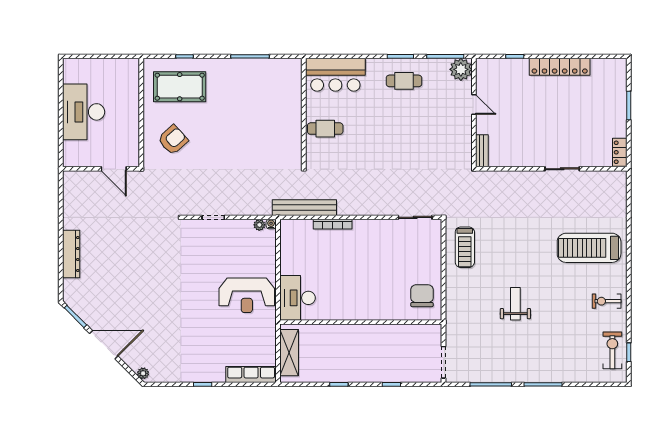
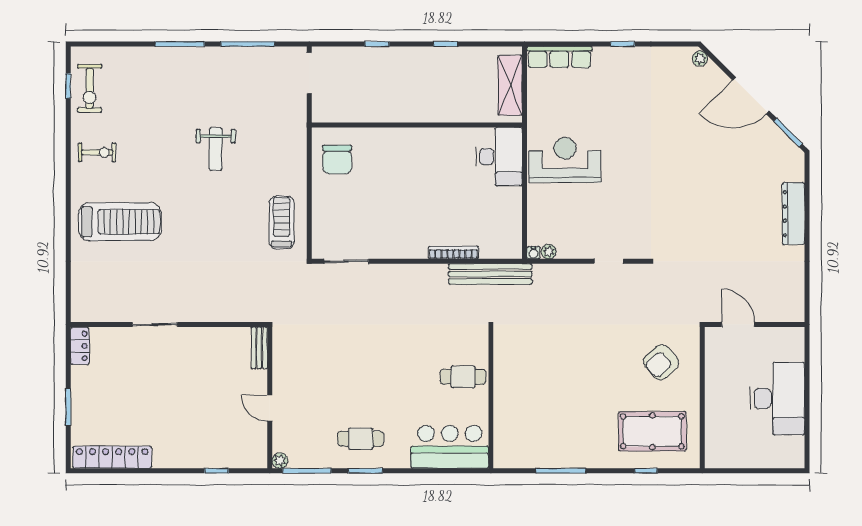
locker: (560, 67) -> (112, 457), moved
plant: (461, 69) -> (280, 461), width x0.53, depth x0.53

